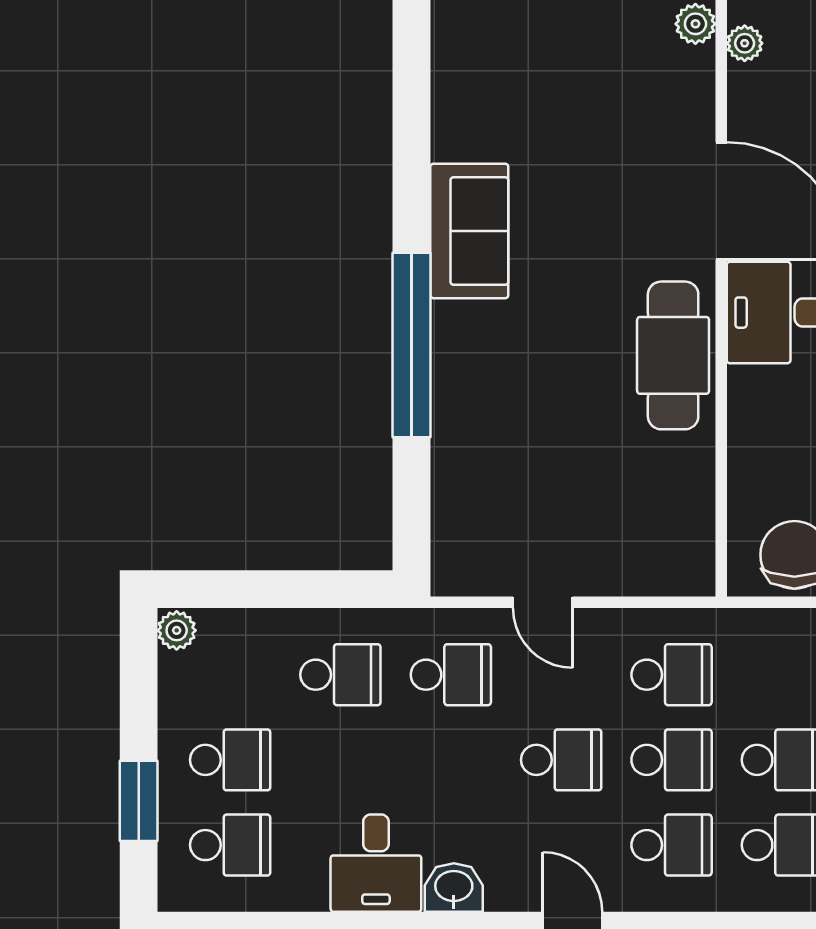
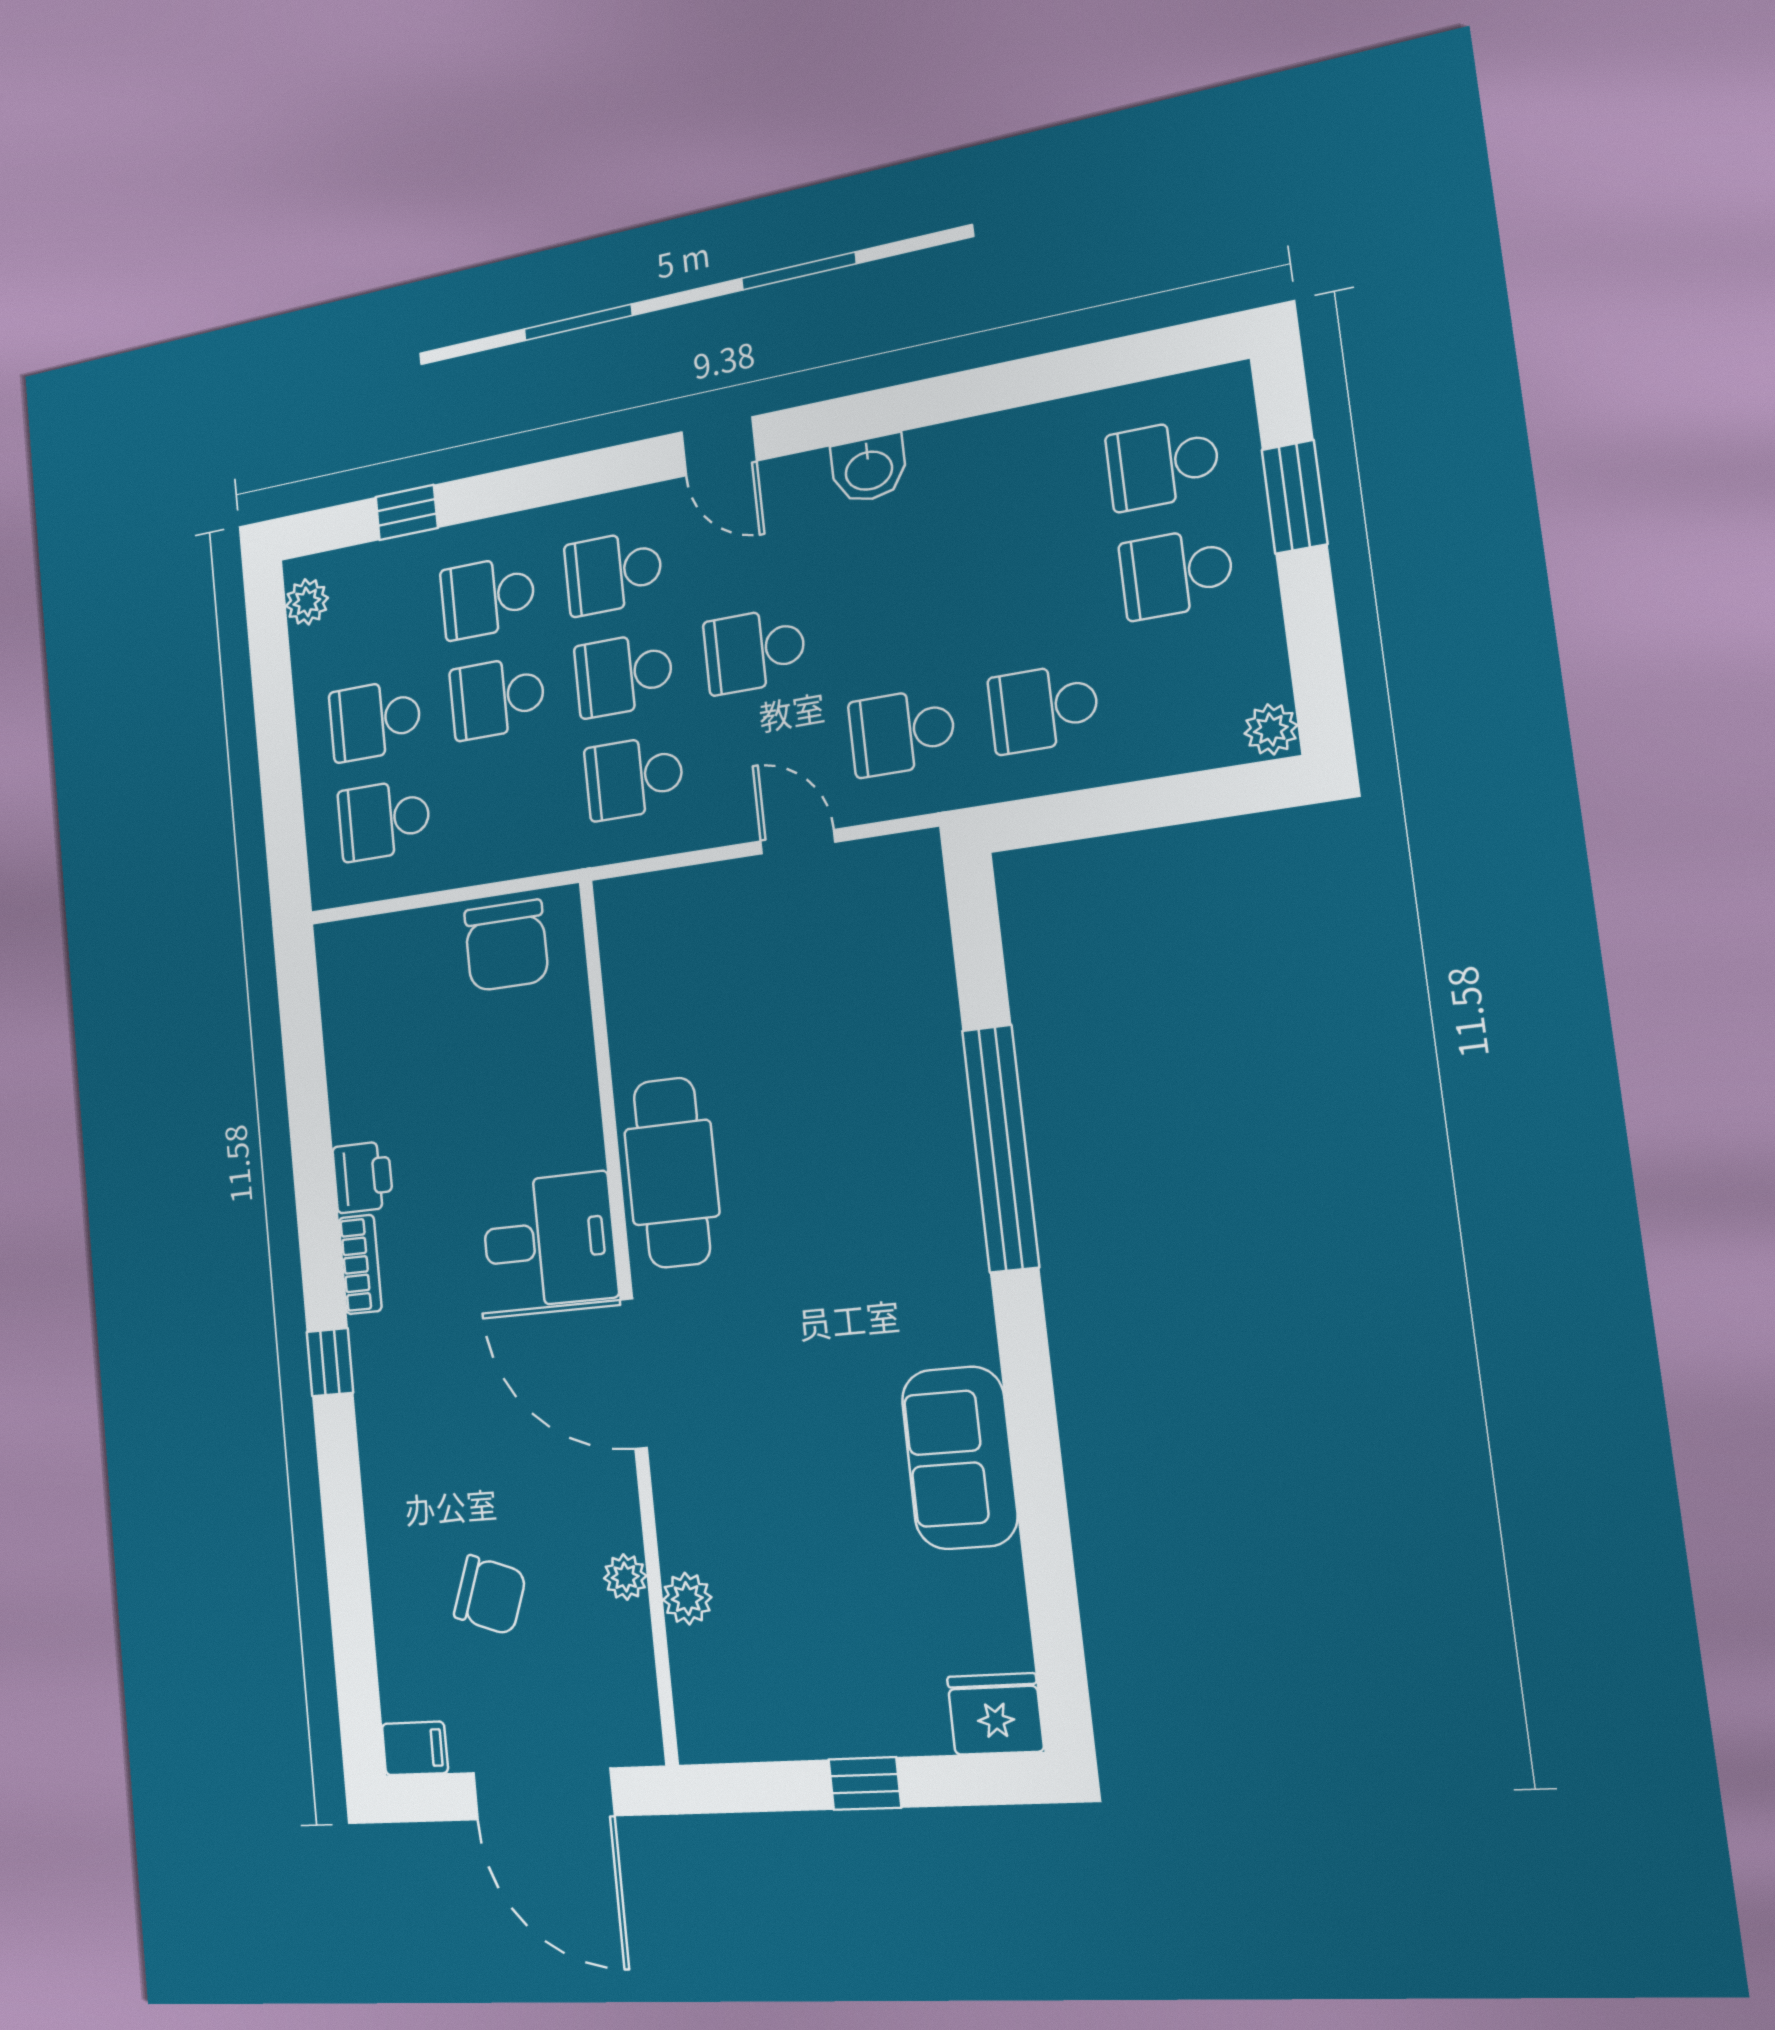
sofa: (469, 231) -> (959, 1458), moved
desk: (376, 863) -> (970, 479), removed

